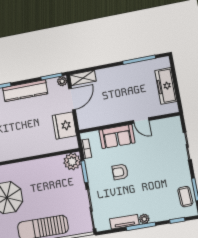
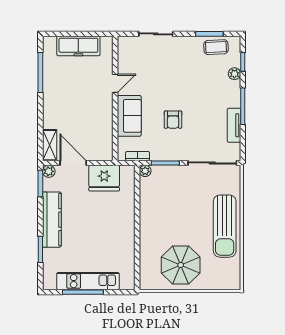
plant: (72, 162) -> (145, 171), width x0.53, depth x0.53
plant: (144, 219) -> (234, 74), moved

